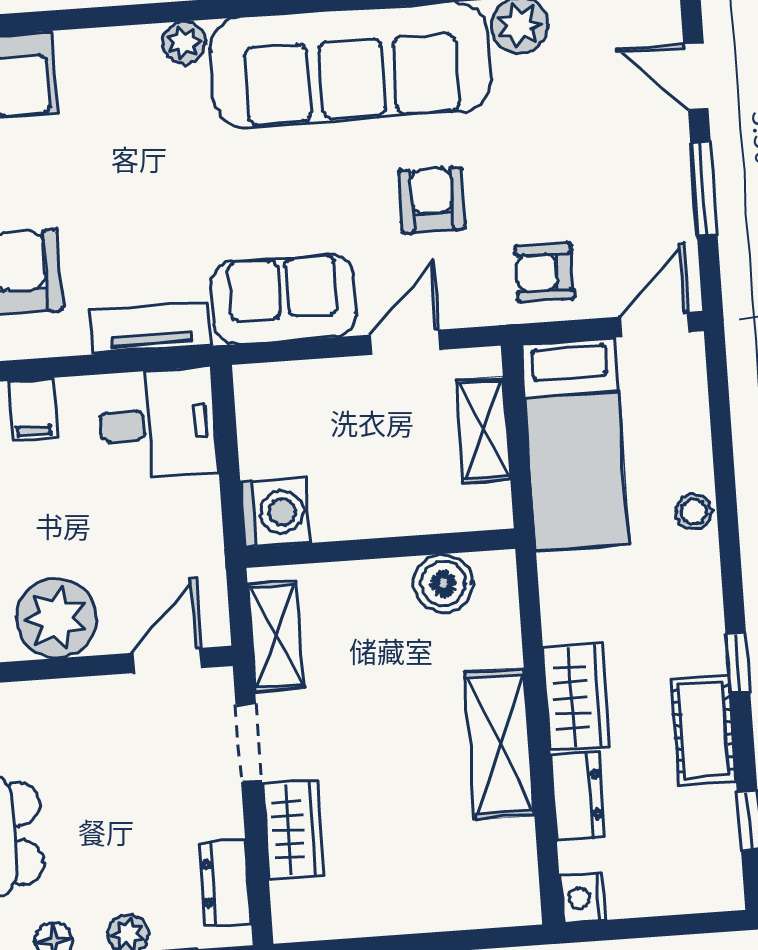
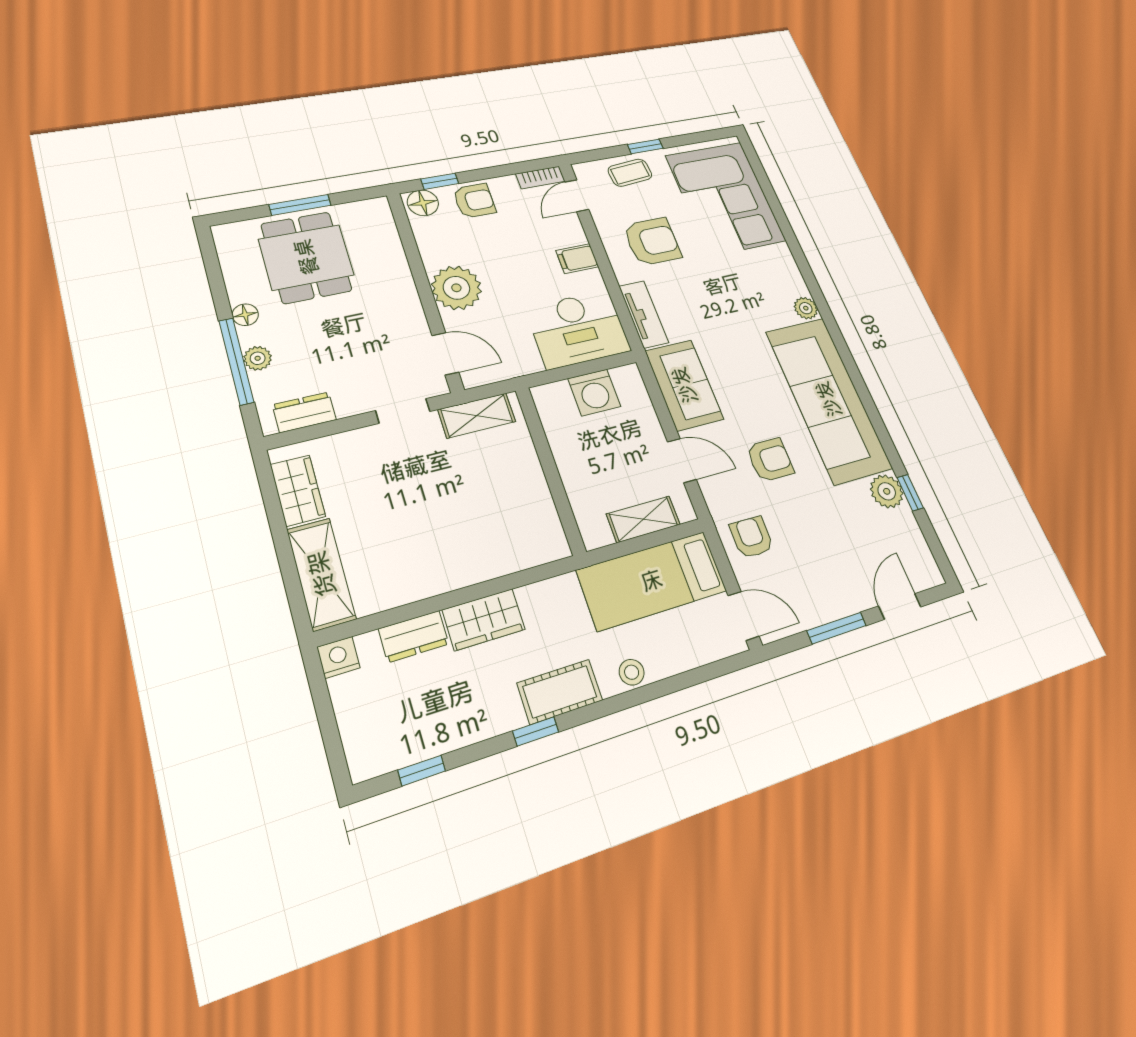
desk: (158, 424) -> (578, 329), width x1.37
washing machine: (275, 512) -> (594, 392), moved
boiler: (443, 583) -> (538, 514), removed
cot: (703, 730) -> (560, 692), moved
shelving: (500, 744) -> (321, 574), moved, turned 90
wardrobe: (293, 829) -> (298, 490), moved, turned -90

